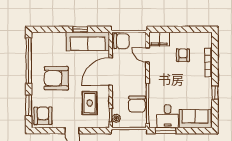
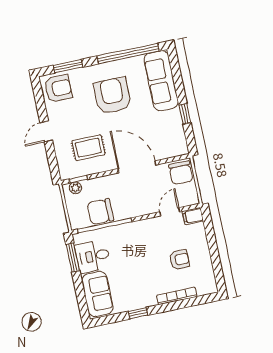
filing cabinet: (159, 39) -> (193, 216), width x0.50
sofa: (88, 41) -> (161, 81), moved

